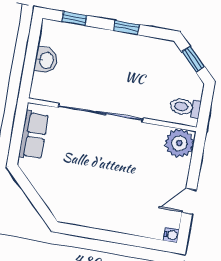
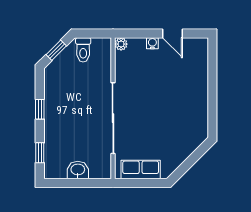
toilet: (185, 107) -> (83, 50), moved
plant: (179, 143) -> (121, 44), width x0.53, depth x0.53
water cooler: (171, 235) -> (152, 43), moved

